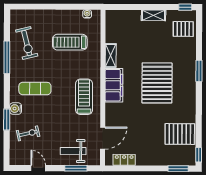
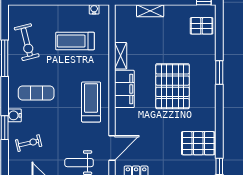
shelving: (153, 15) -> (150, 11), moved

